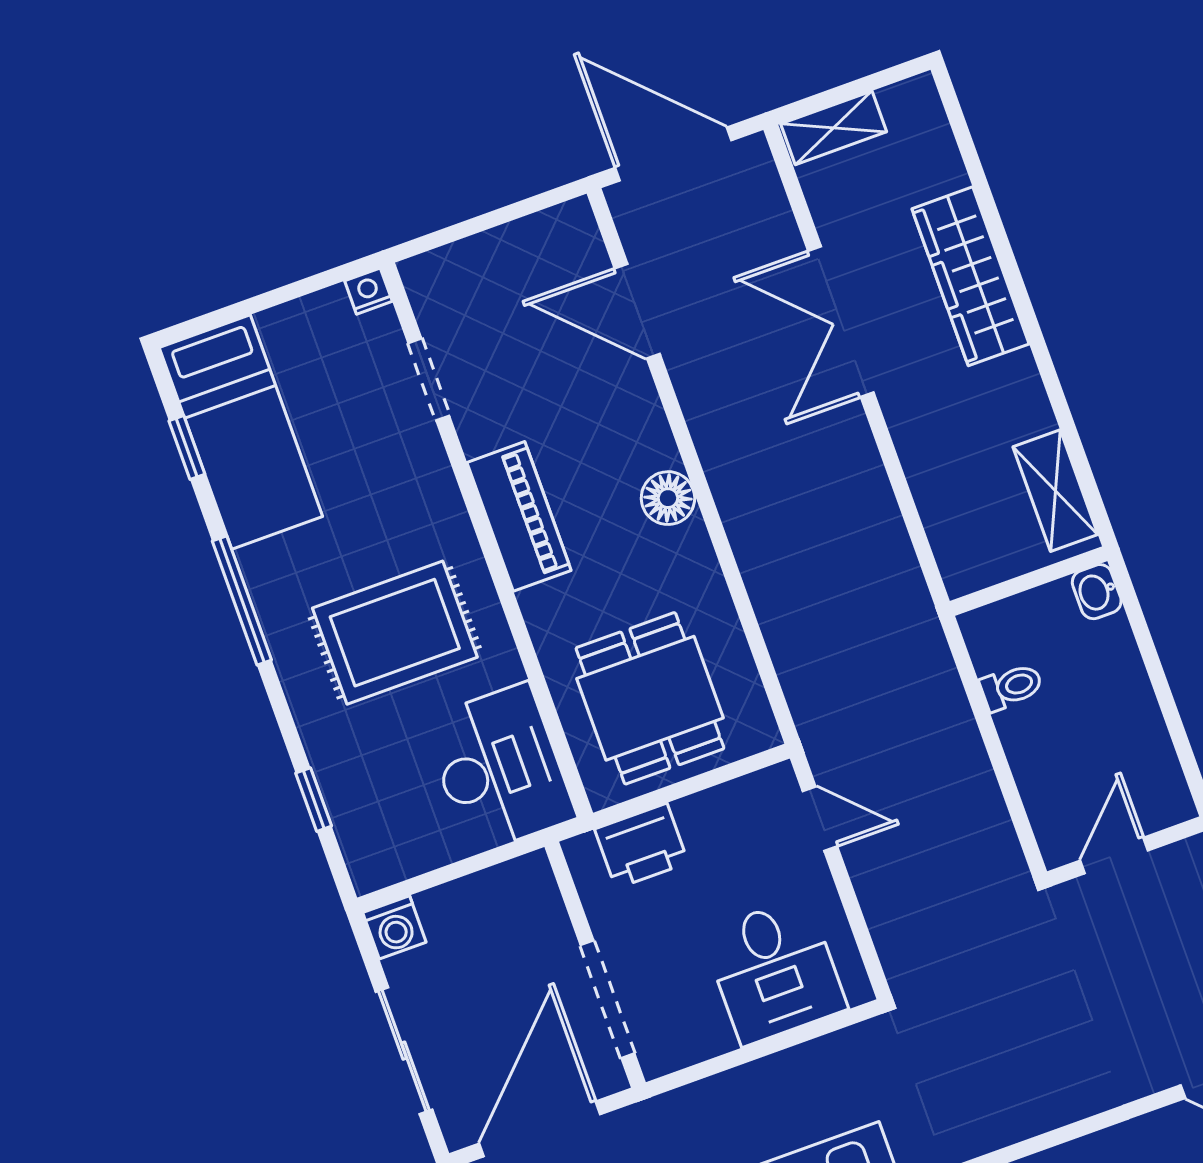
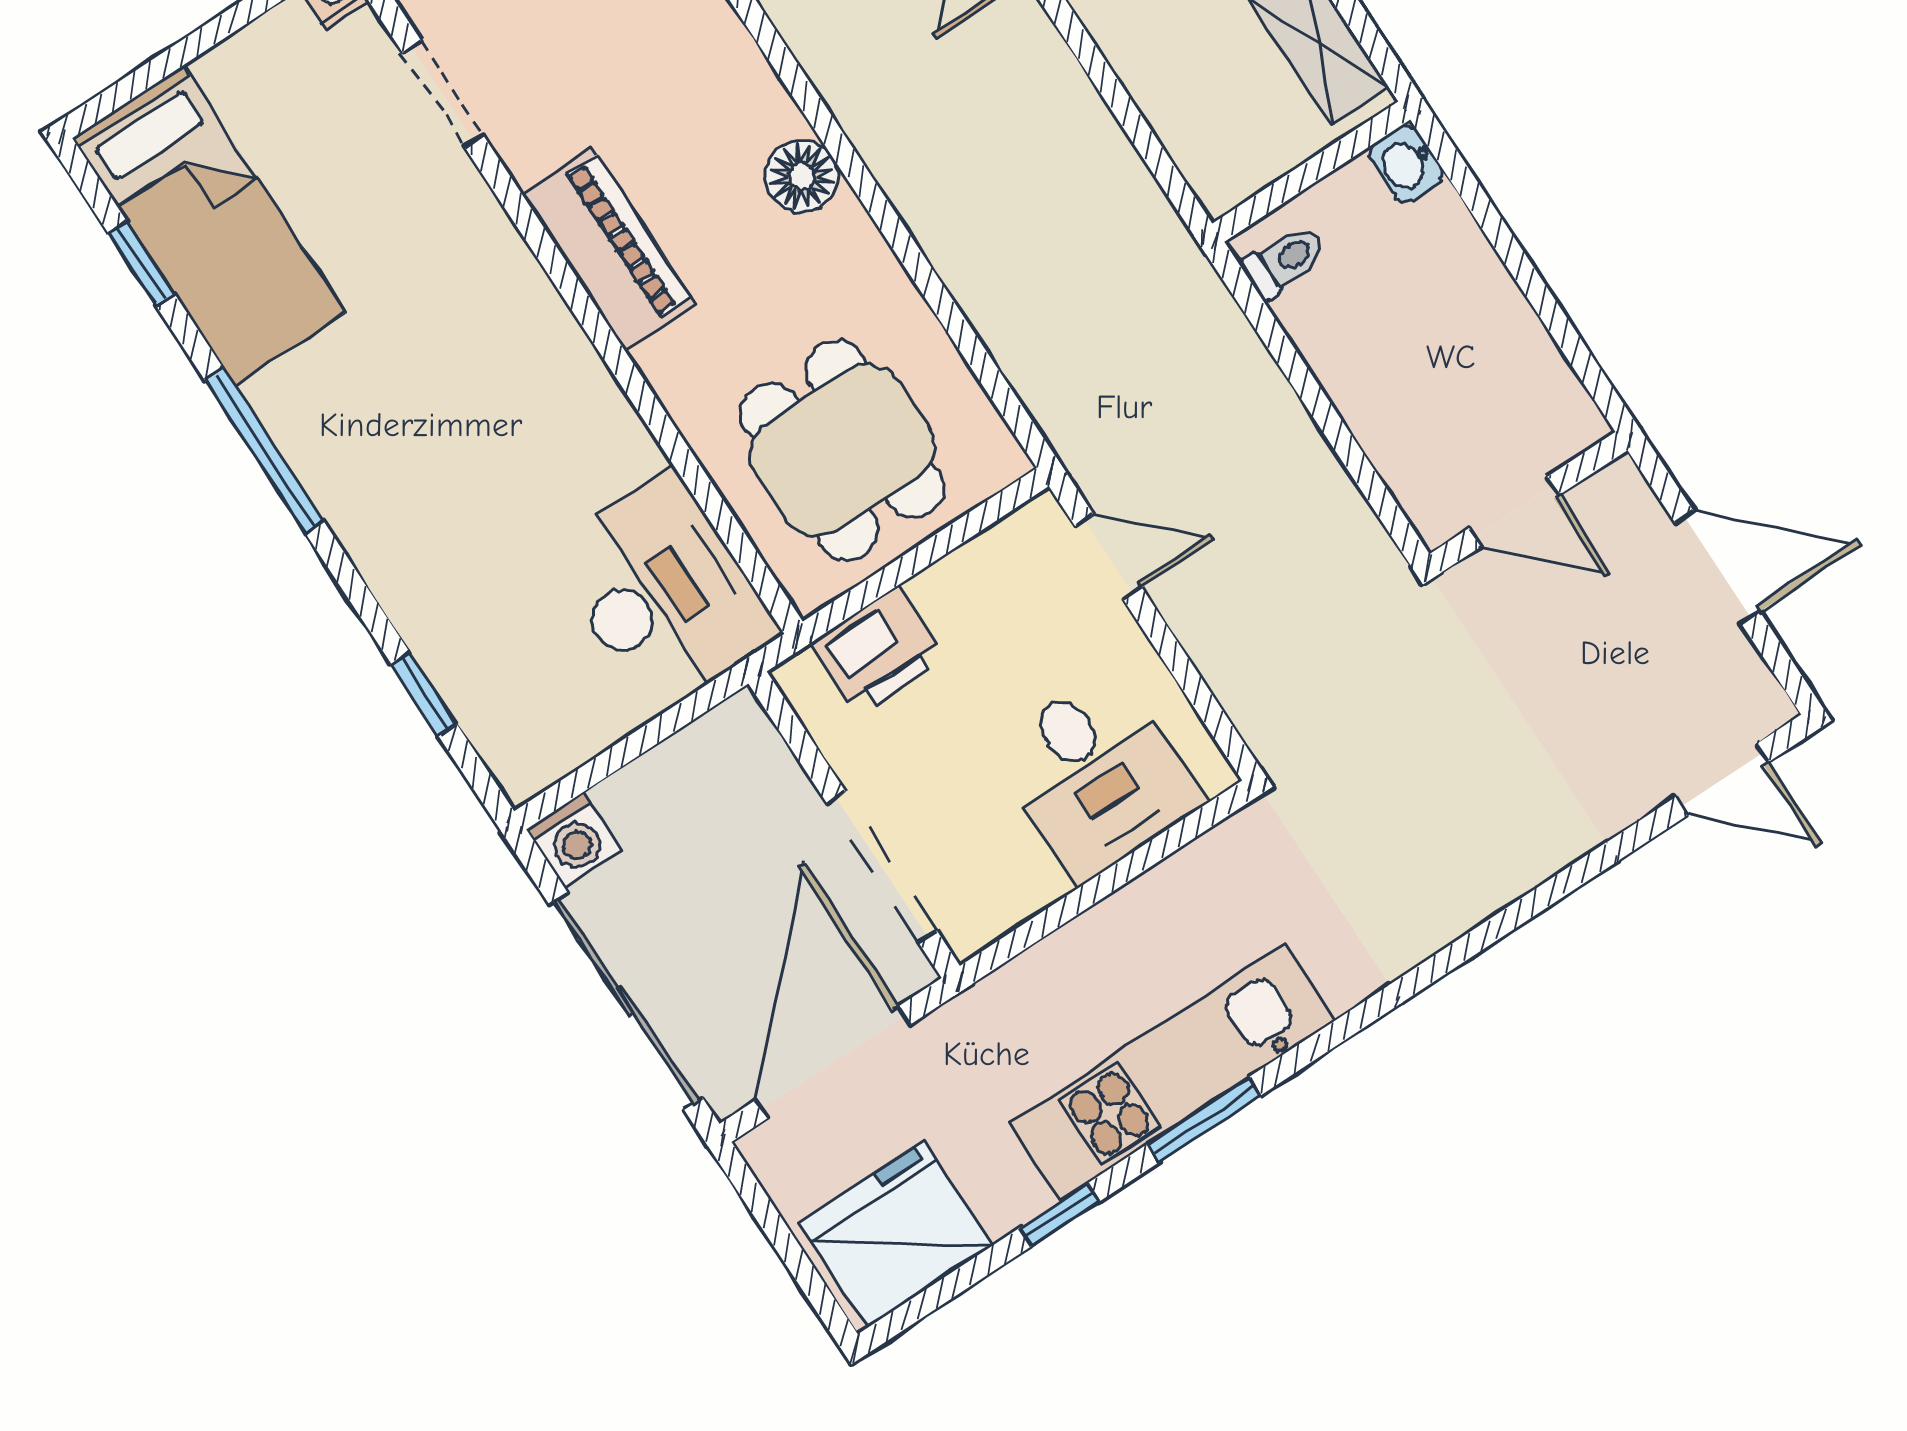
rug: (395, 633) -> (479, 444), removed
toilet: (1011, 687) -> (1284, 261), moved
door: (1114, 855) -> (1514, 512), swing flipped
sliding door: (404, 1051) -> (626, 1001), width x1.37

